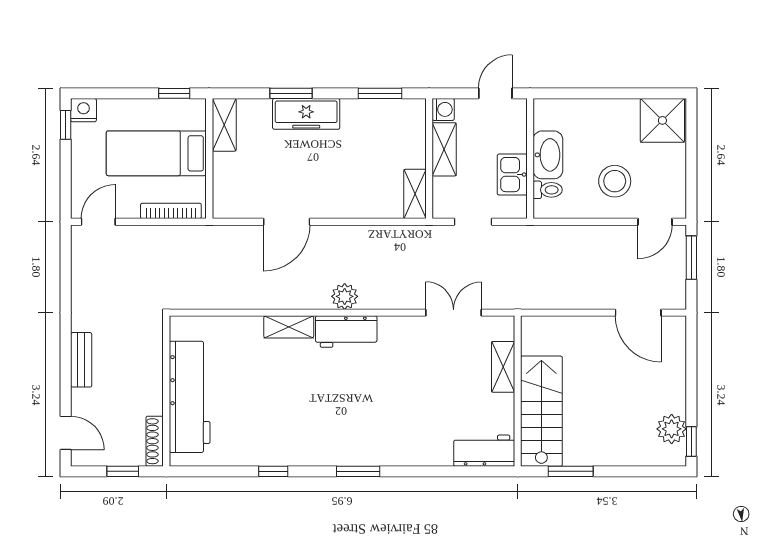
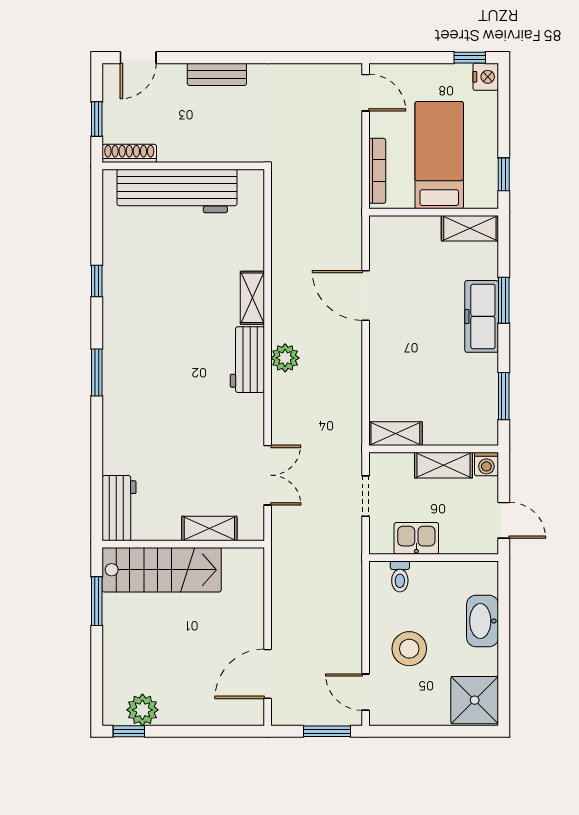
washbasin: (548, 155) -> (482, 621), moved, turned 90

